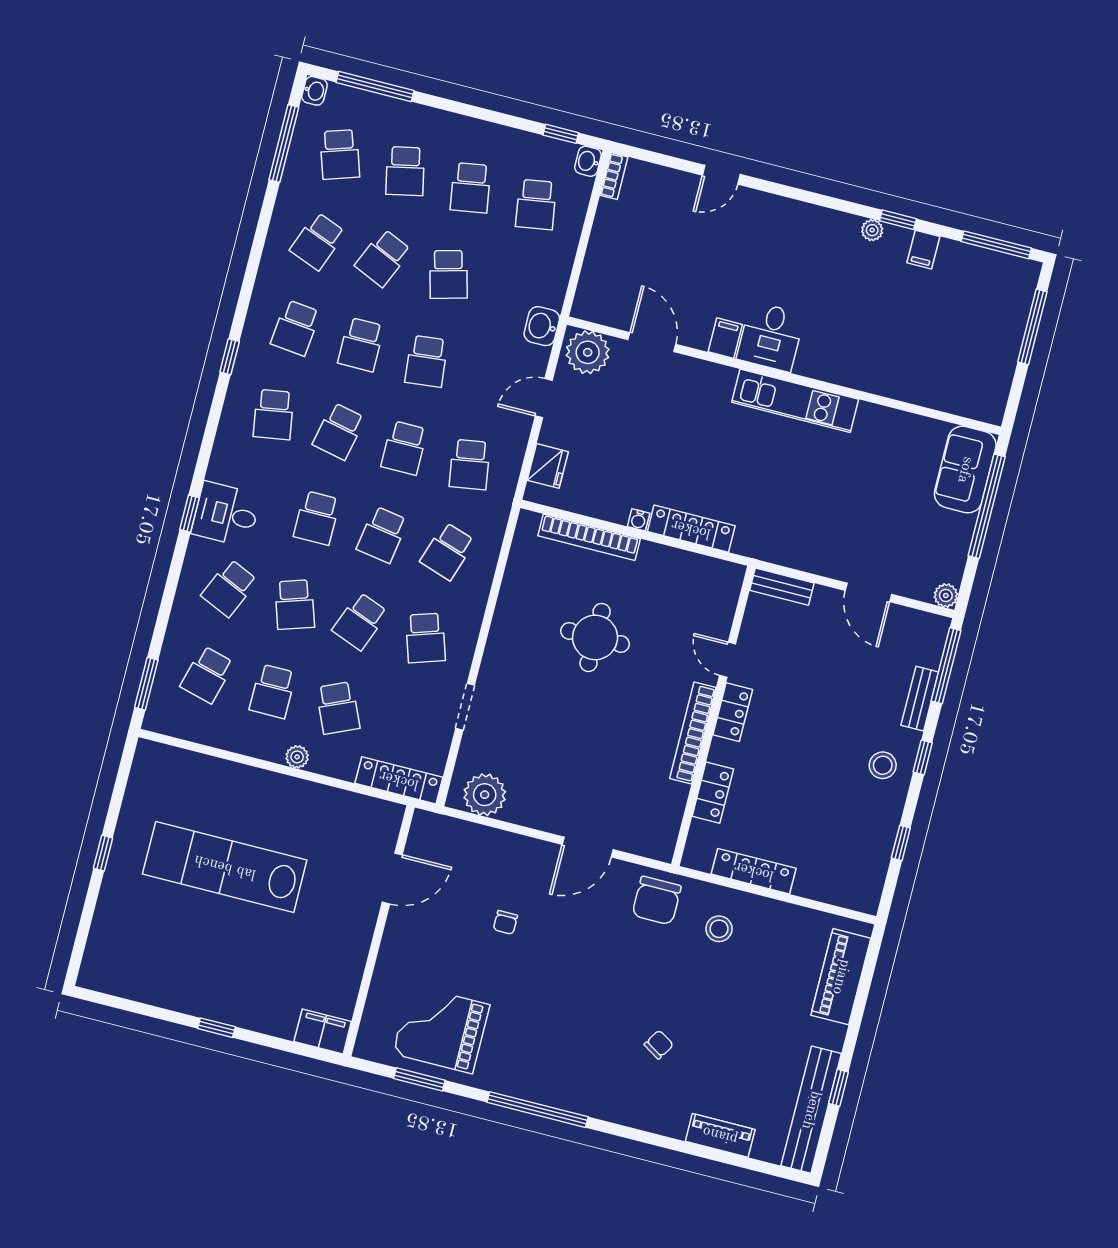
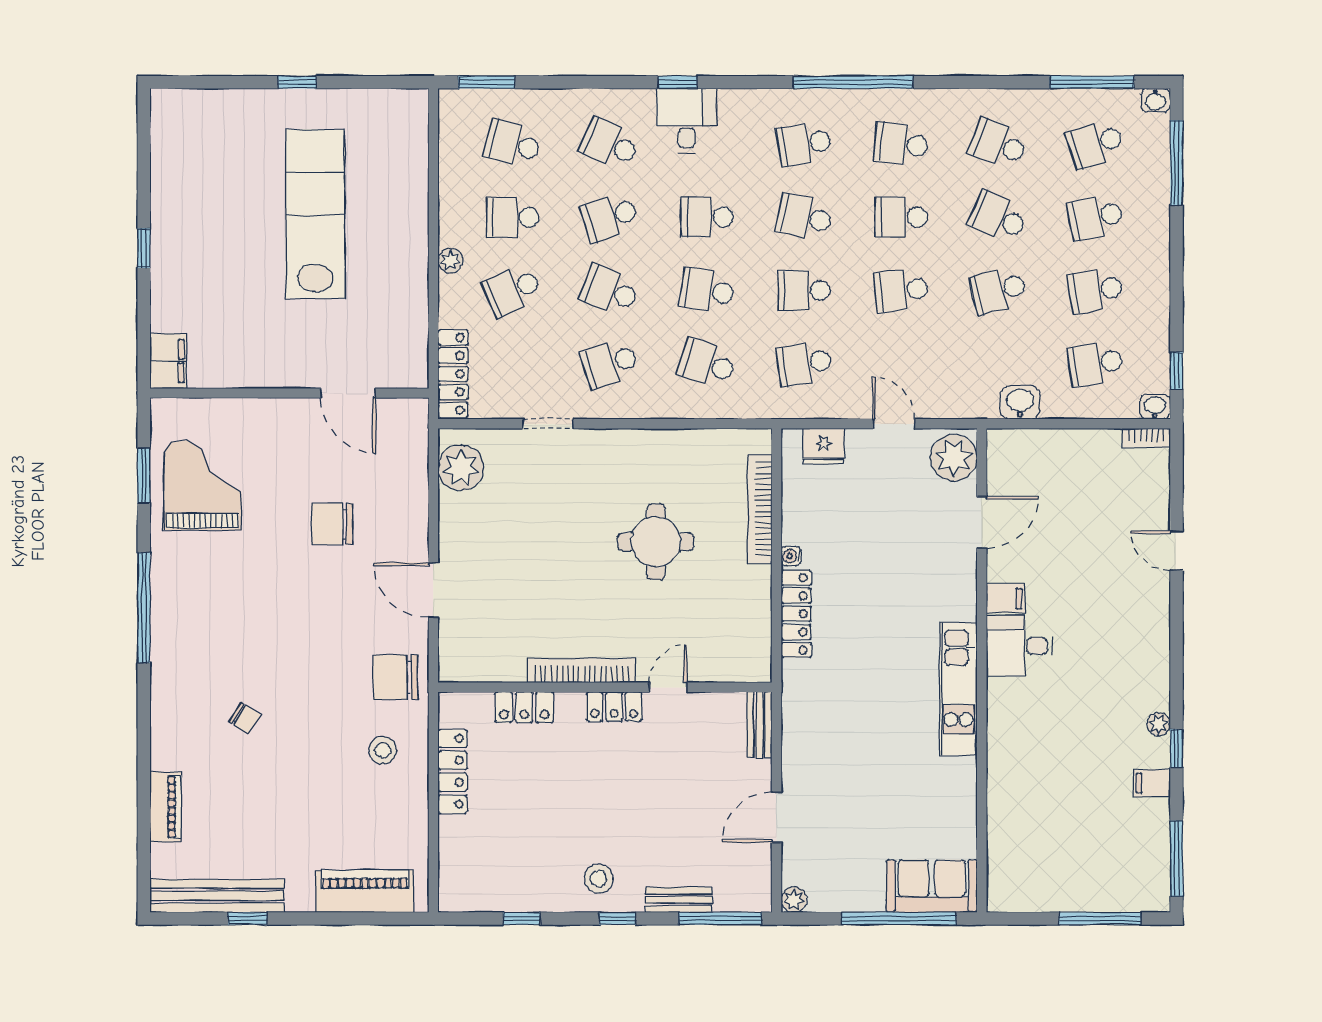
washbasin: (542, 326) -> (1020, 402), moved
window: (230, 357) -> (853, 82), width x3.17
chair: (505, 922) -> (332, 524), width x1.87, depth x1.87

